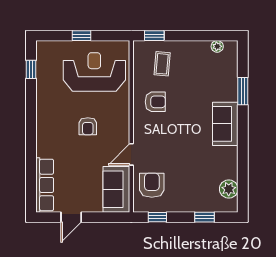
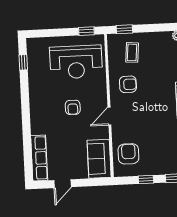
window: (82, 36) -> (86, 31), moved
reception desk: (94, 72) -> (76, 62), turned 180
door: (131, 154) -> (109, 116), moved
window: (157, 217) -> (146, 180), moved

